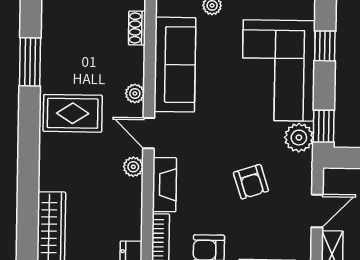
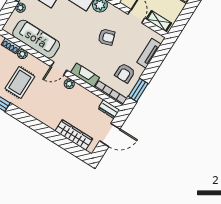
plant: (135, 93) -> (22, 54), moved
rug: (73, 113) -> (20, 82), moved

